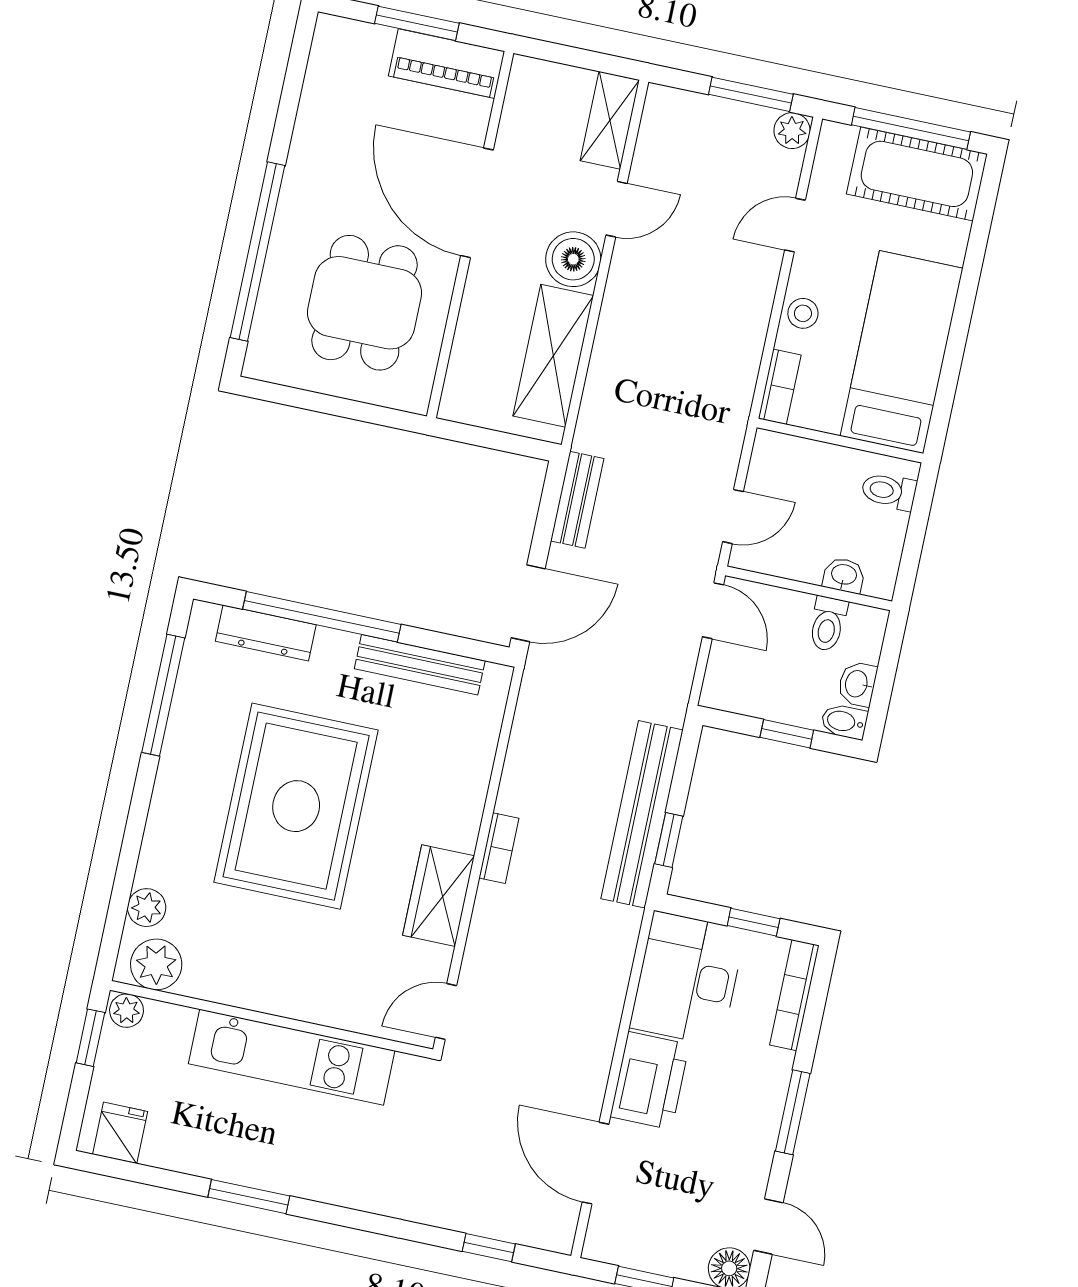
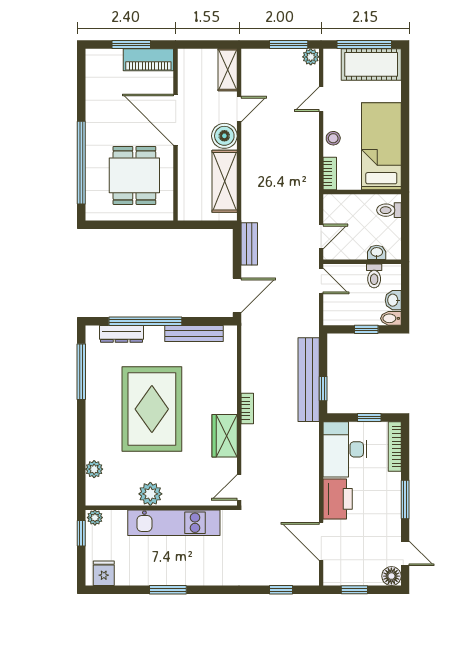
plant: (156, 964) -> (150, 494), moved

